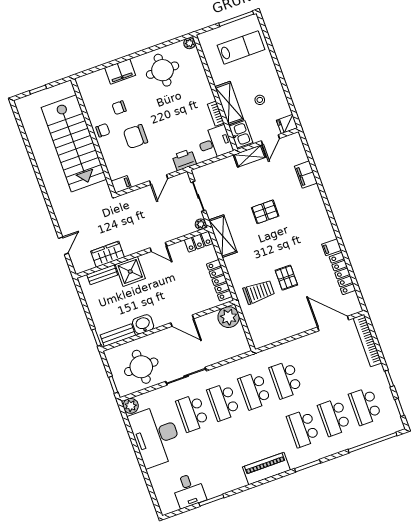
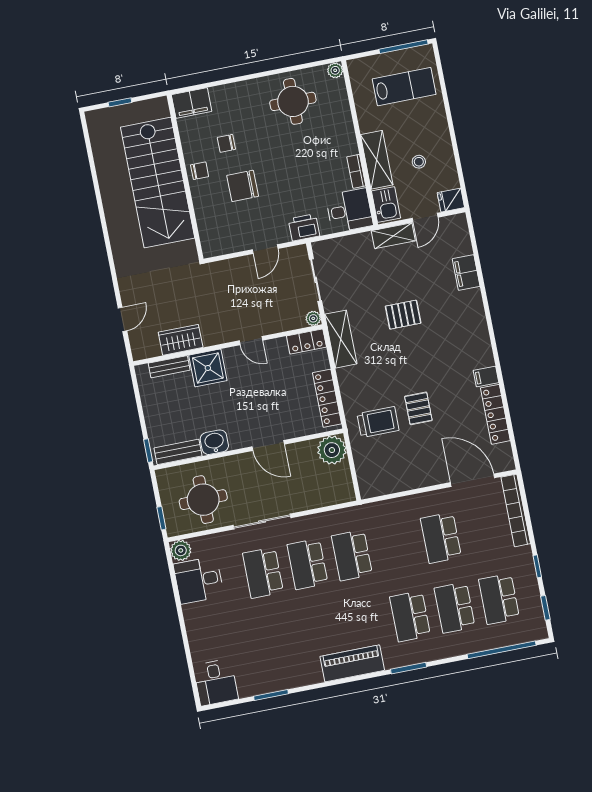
filing cabinet: (120, 71) -> (192, 103), moved
filing cabinet: (121, 184) -> (213, 248), removed
school desk: (286, 380) -> (441, 538), moved
desk: (156, 436) -> (199, 580), width x0.53, depth x0.77
desk: (189, 490) -> (216, 682), moved

